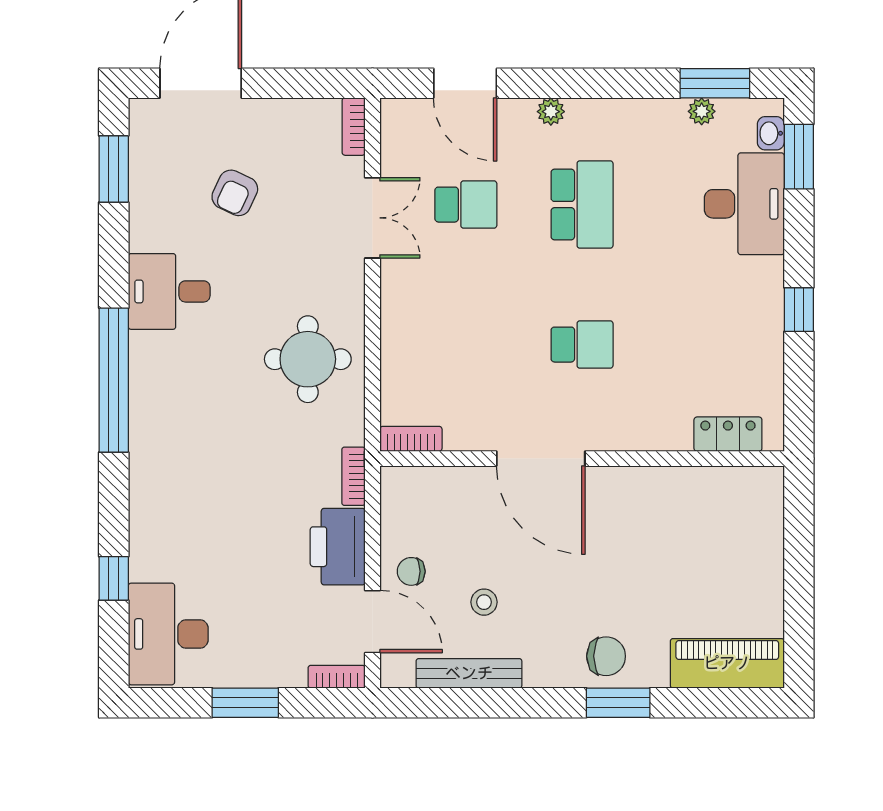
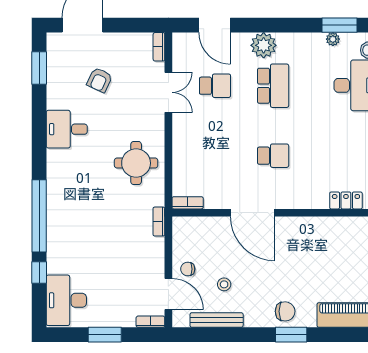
plant: (551, 112) -> (264, 45), width x1.88, depth x1.88
window: (114, 380) -> (39, 216), moved
printer: (338, 547) -> (151, 257), removed

